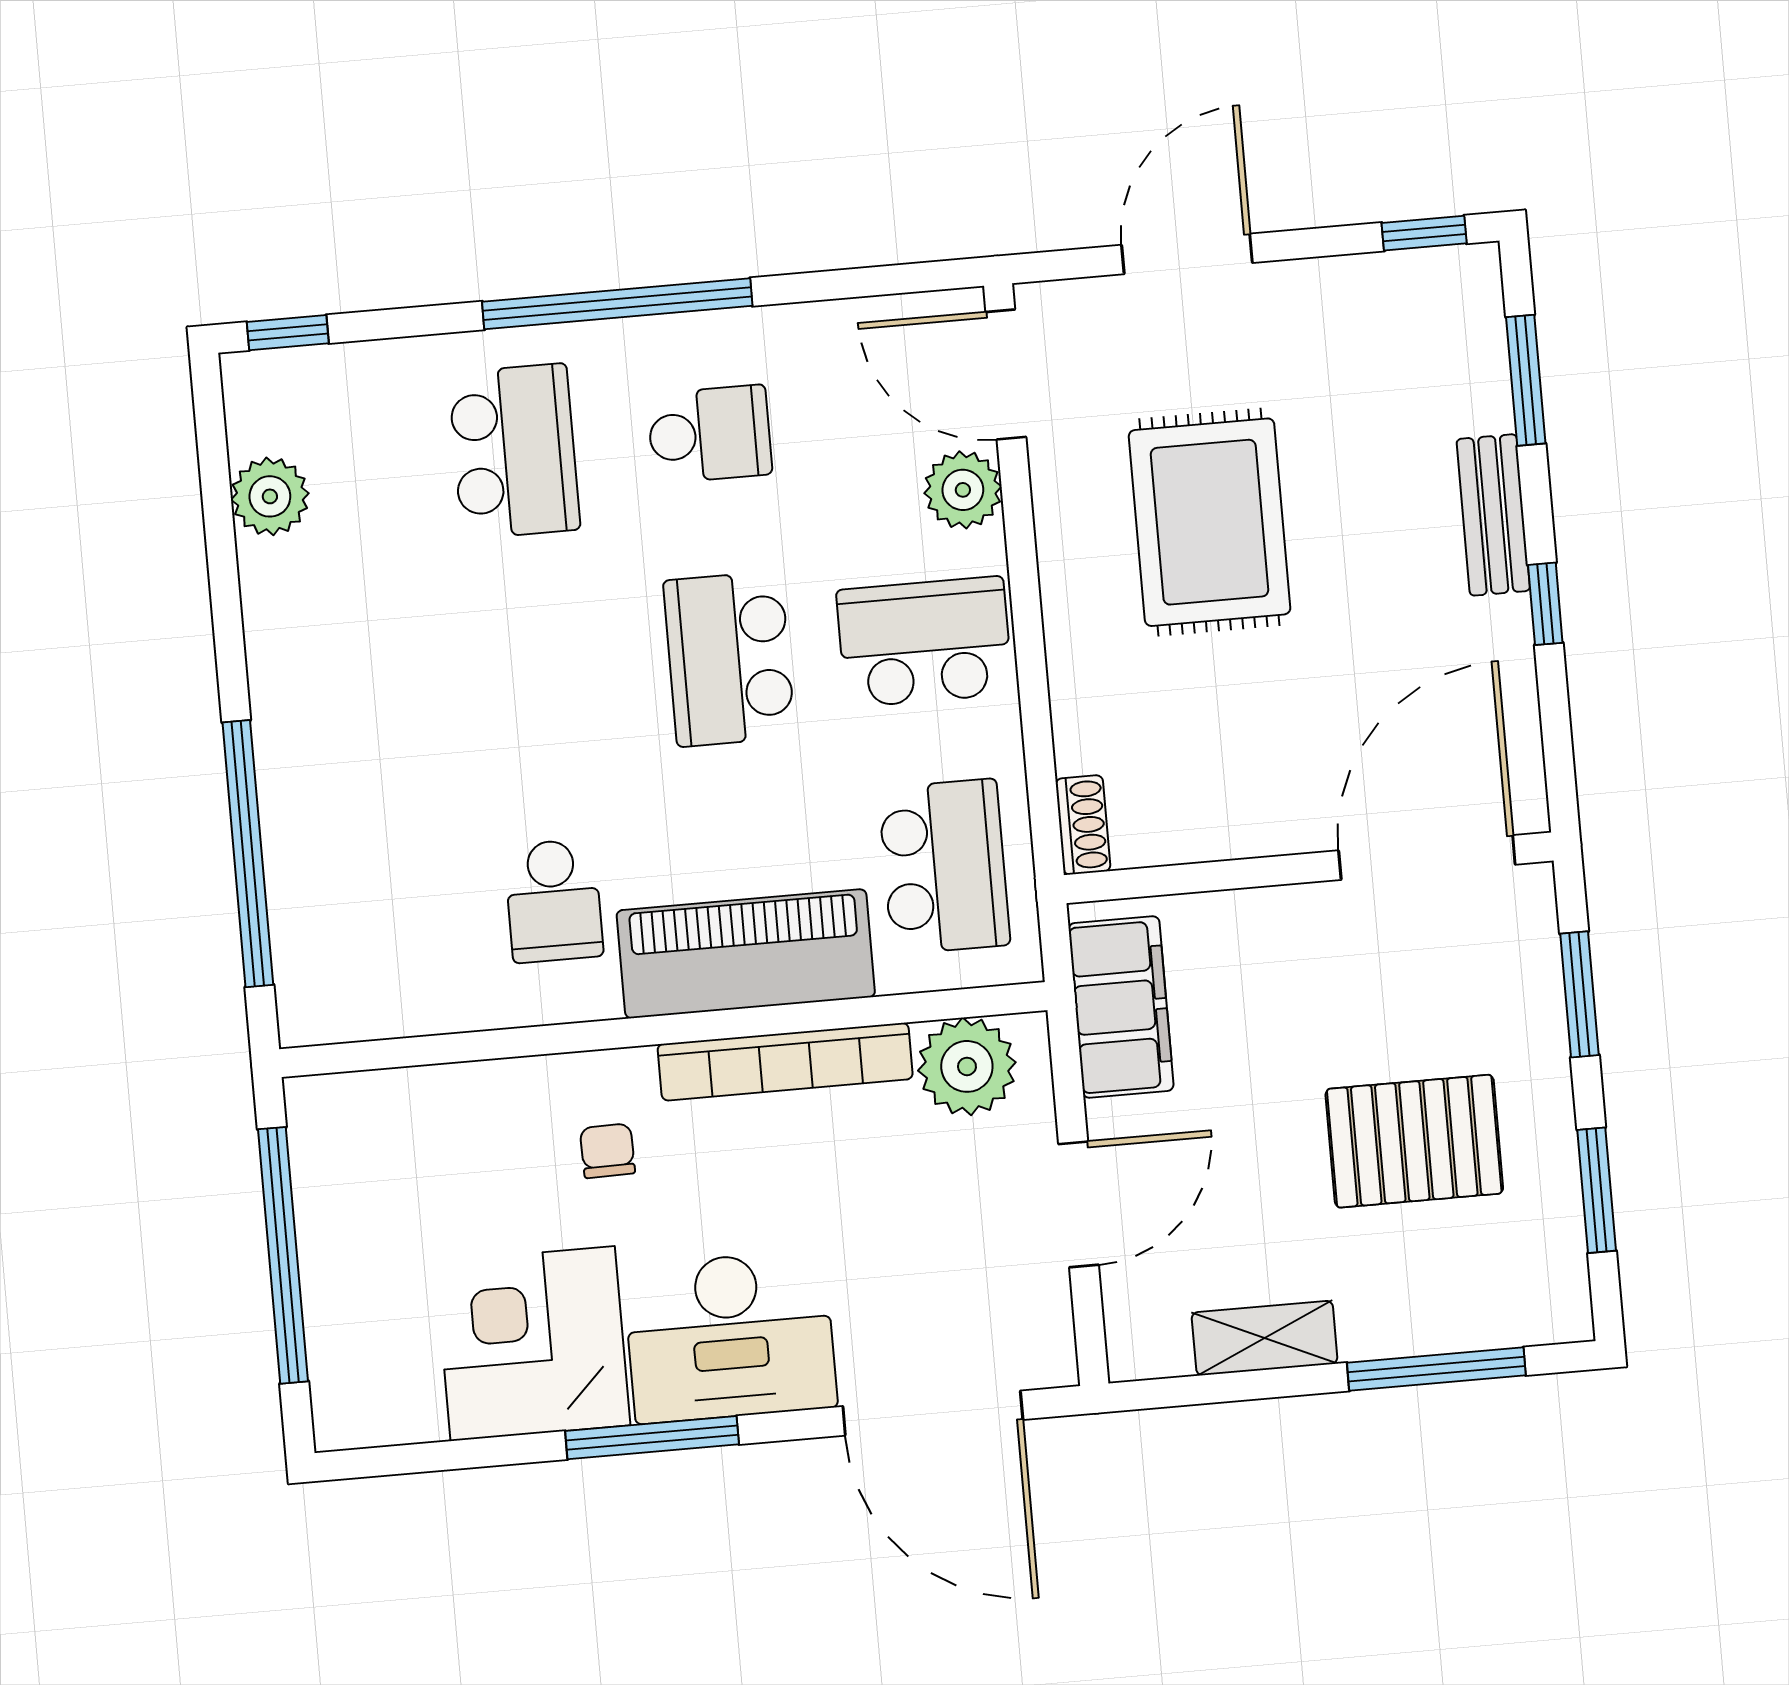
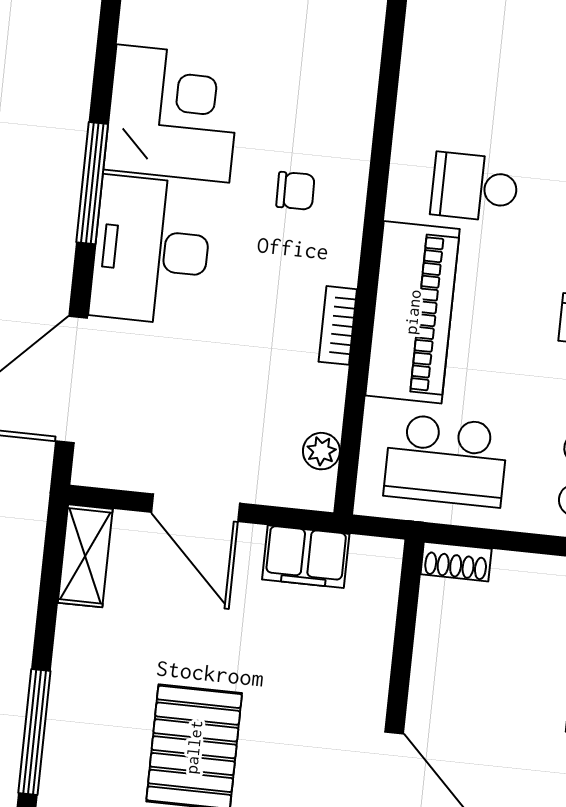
filing cabinet: (1121, 1007) -> (306, 557), width x0.67, depth x0.86
bookcase: (785, 1062) -> (338, 325), width x0.43, depth x0.76
plant: (967, 1066) -> (321, 451), width x0.53, depth x0.53
shelving: (1265, 1338) -> (85, 556), moved

